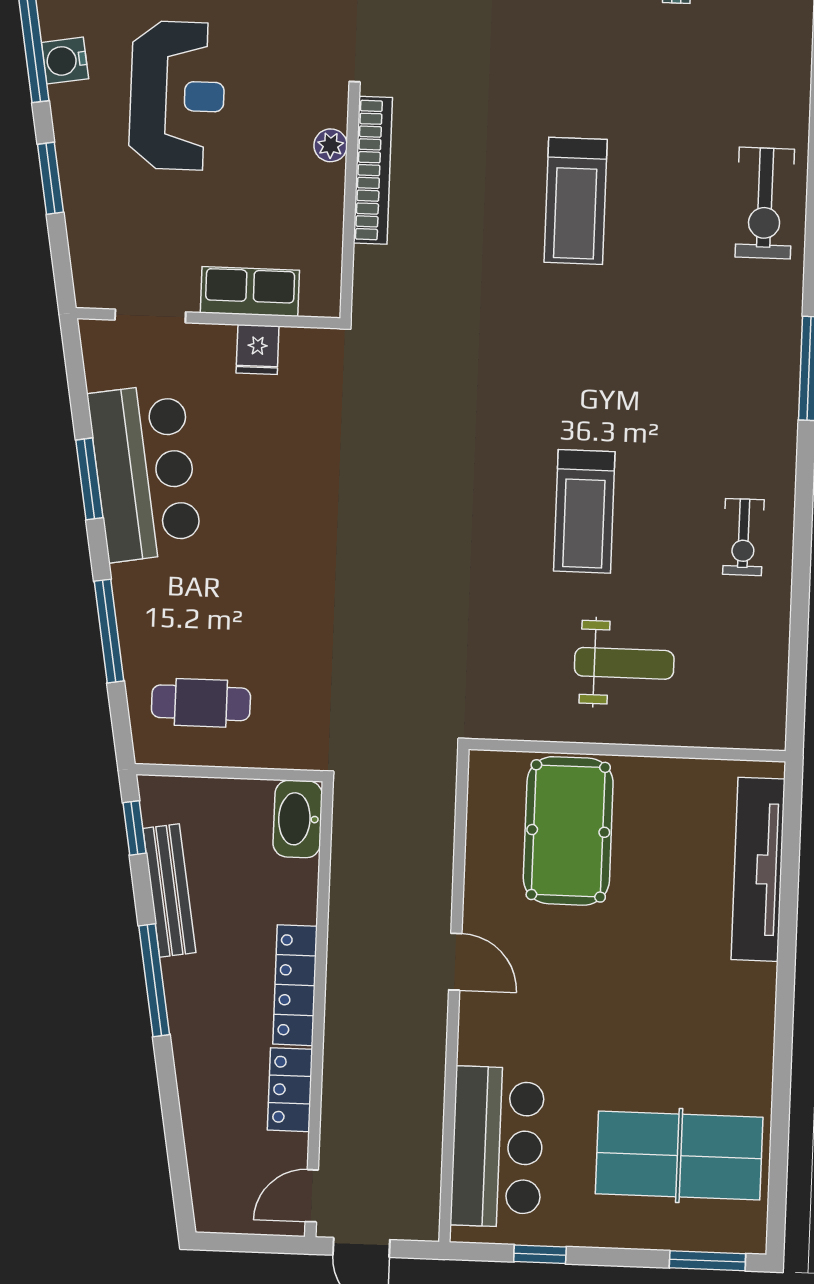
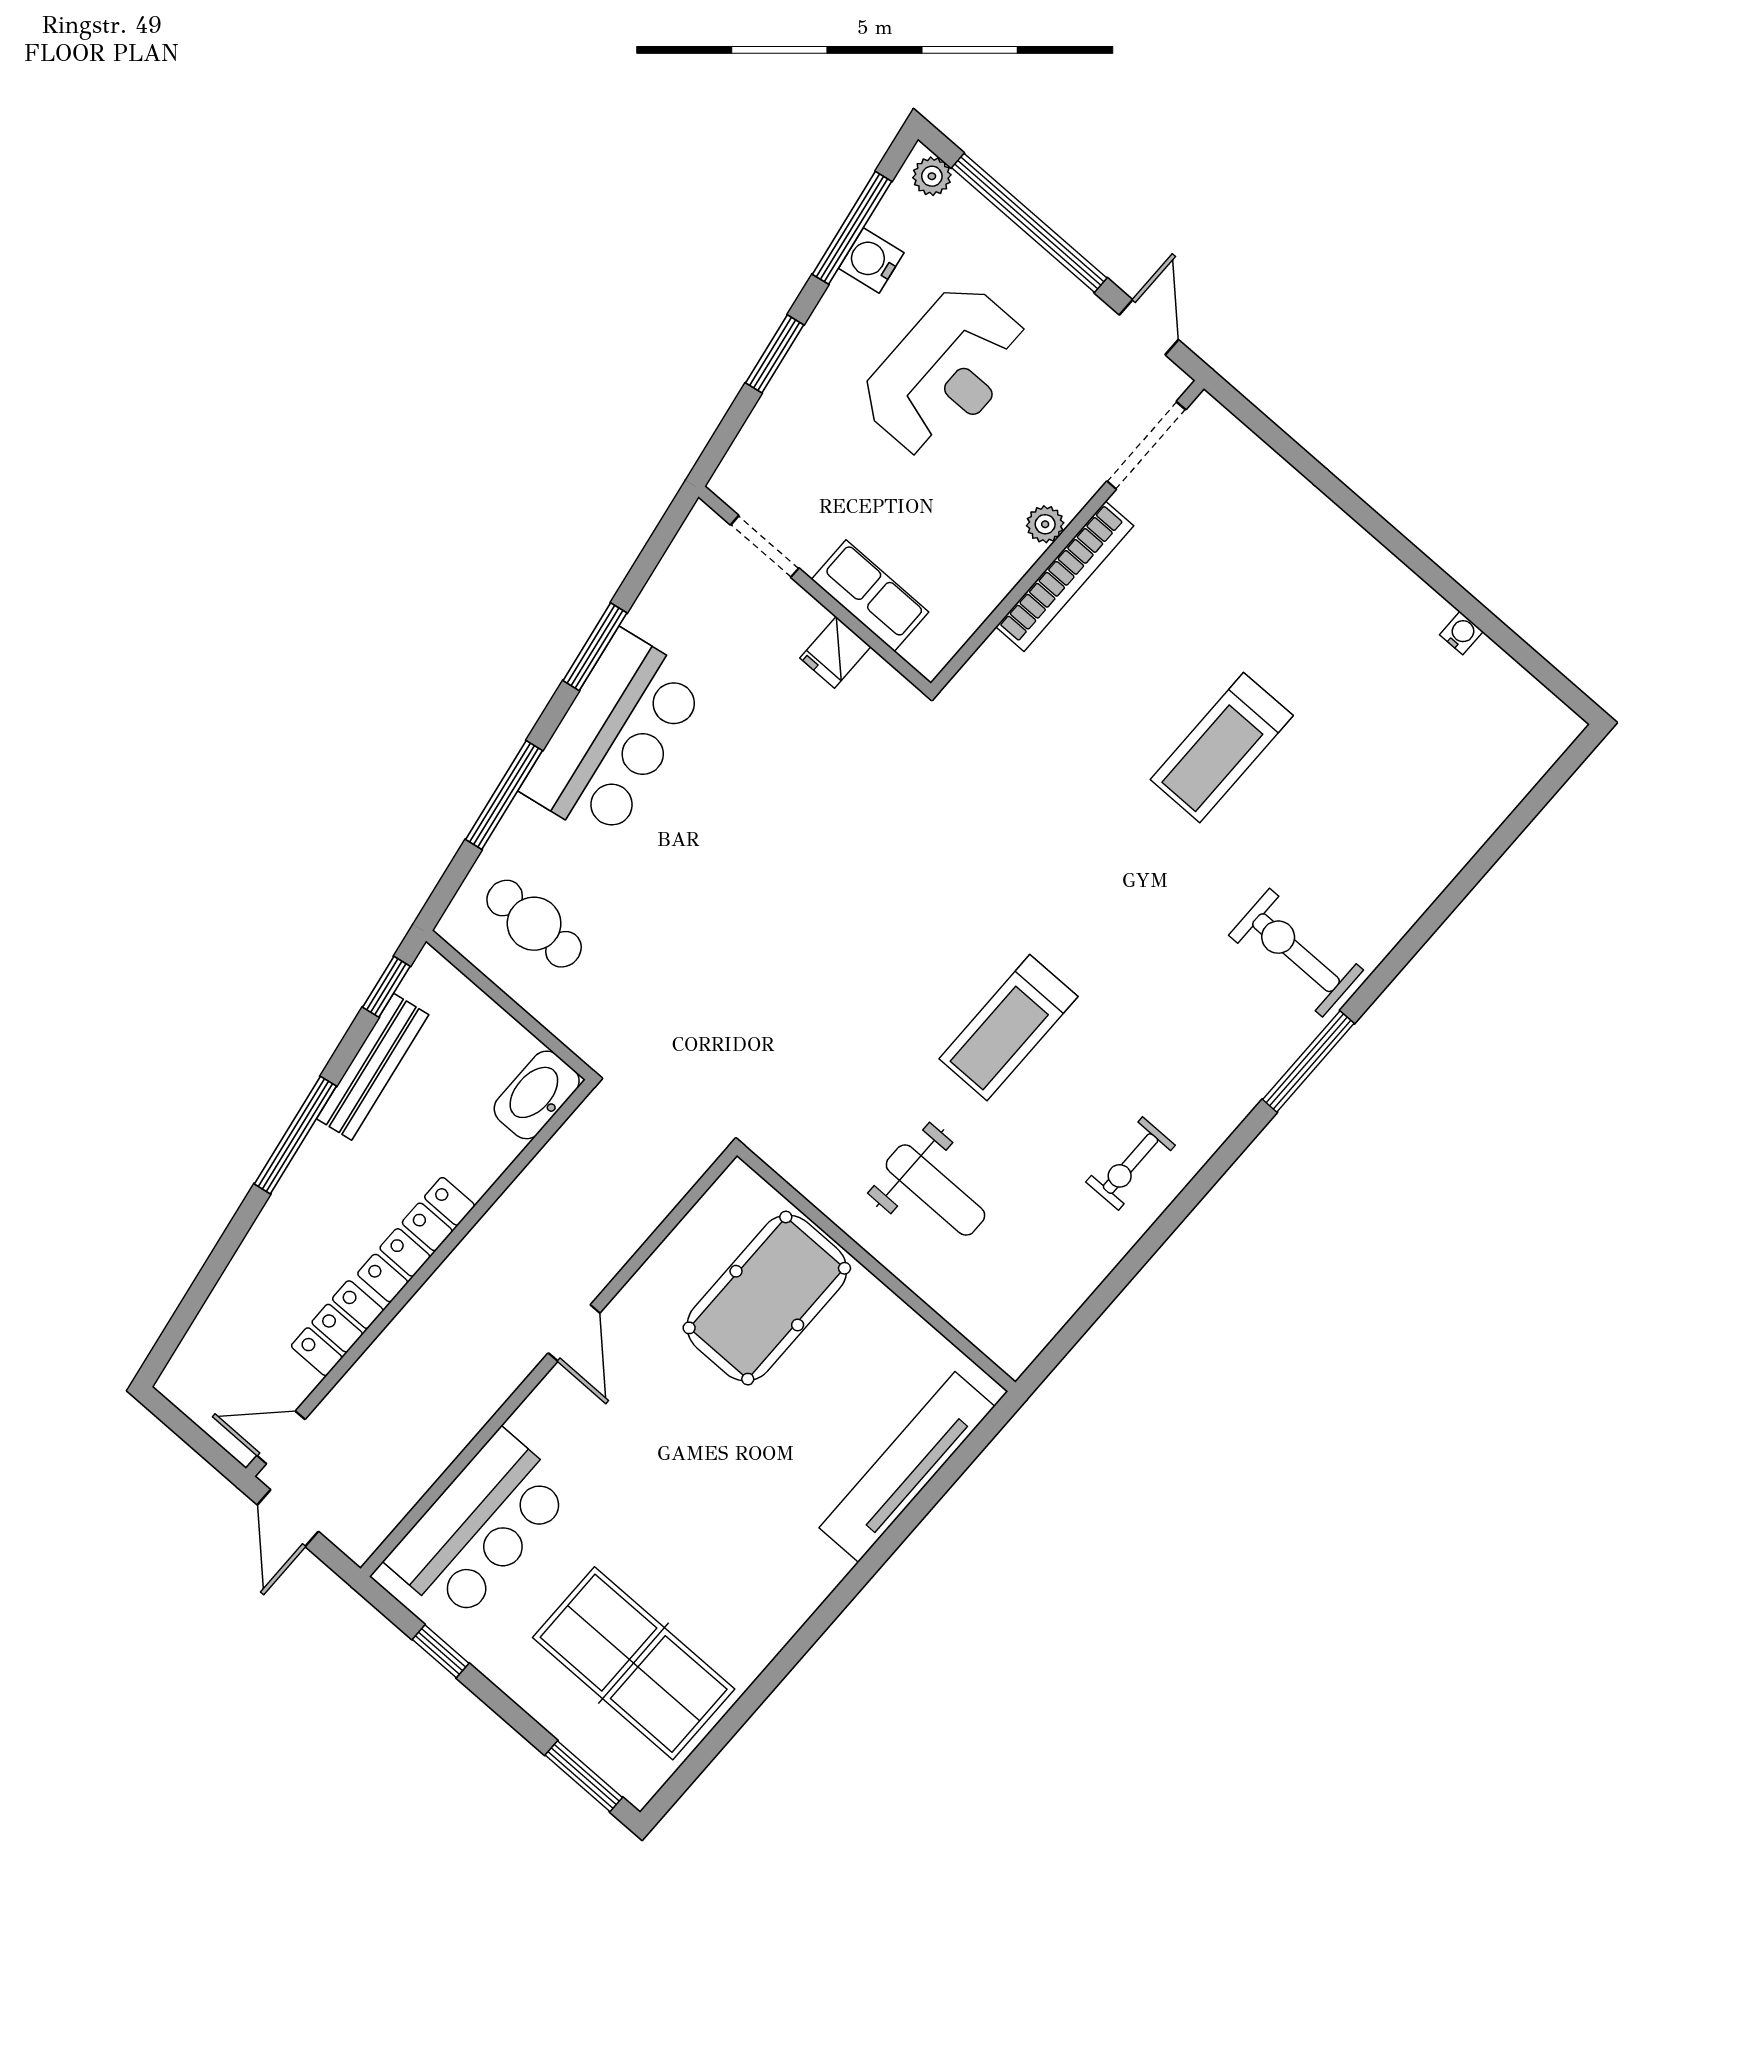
exercise bike: (765, 203) -> (1296, 953), moved, turned 90
bar counter: (145, 472) -> (614, 736), moved

